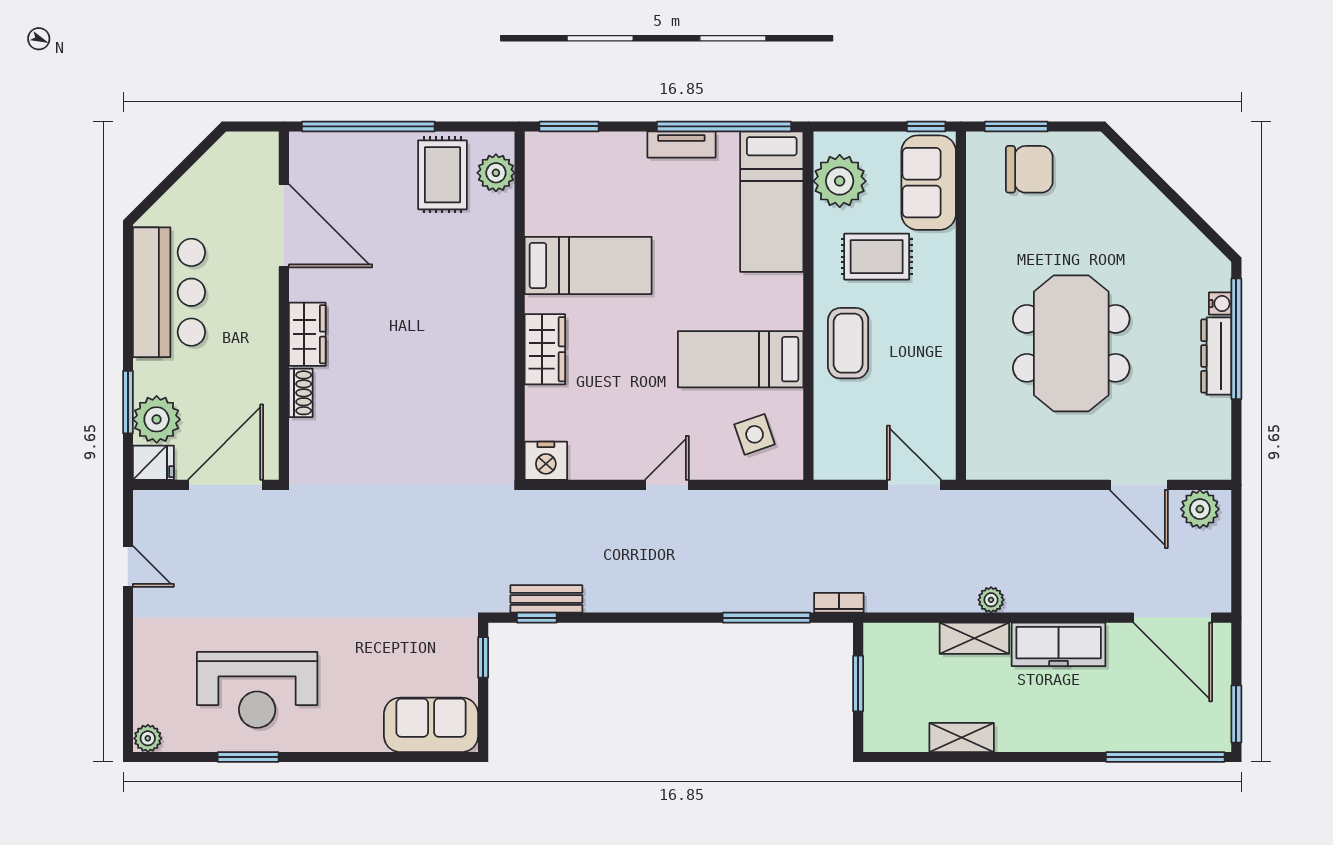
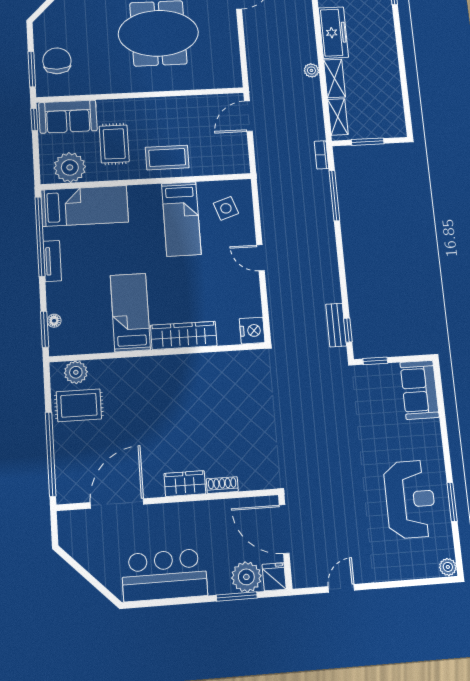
floor lamp: (582, 142) -> (54, 321), added
wardrobe: (545, 349) -> (184, 335), width x1.50
shelving: (962, 737) -> (338, 117), moved

